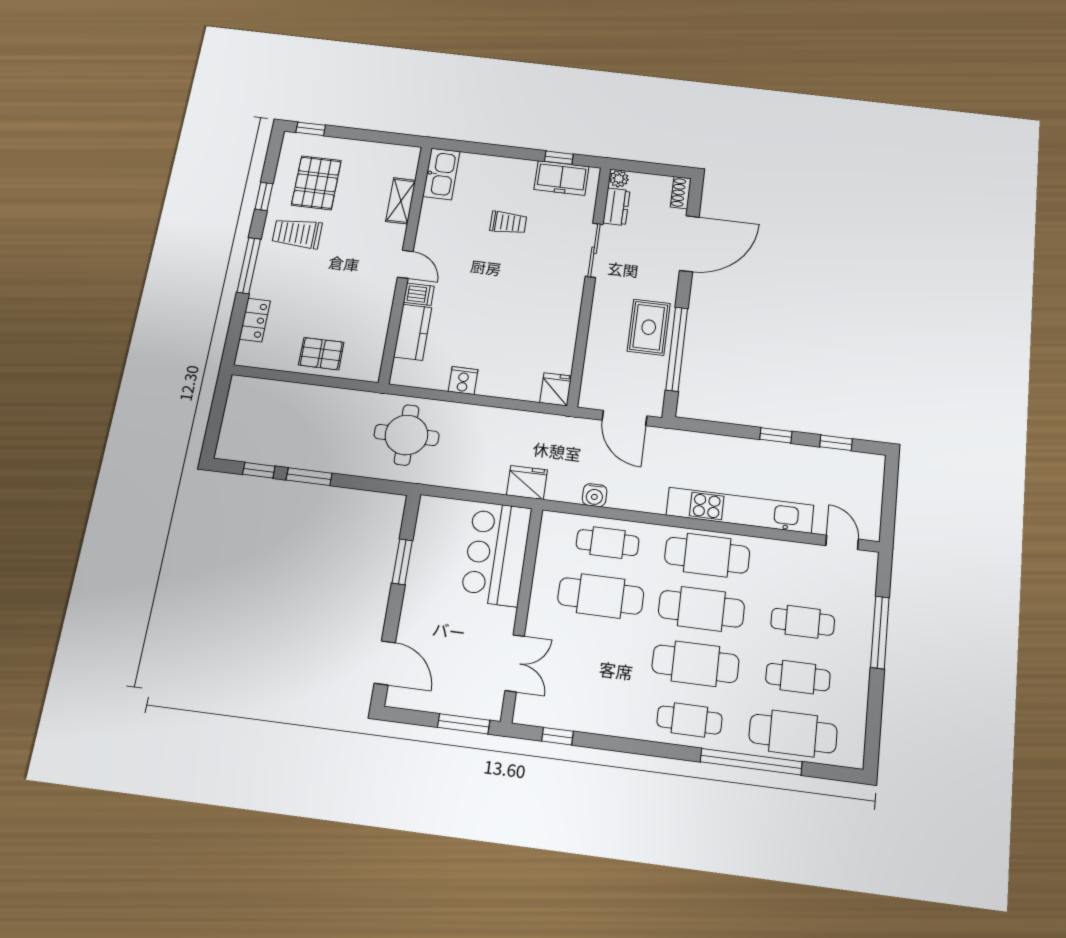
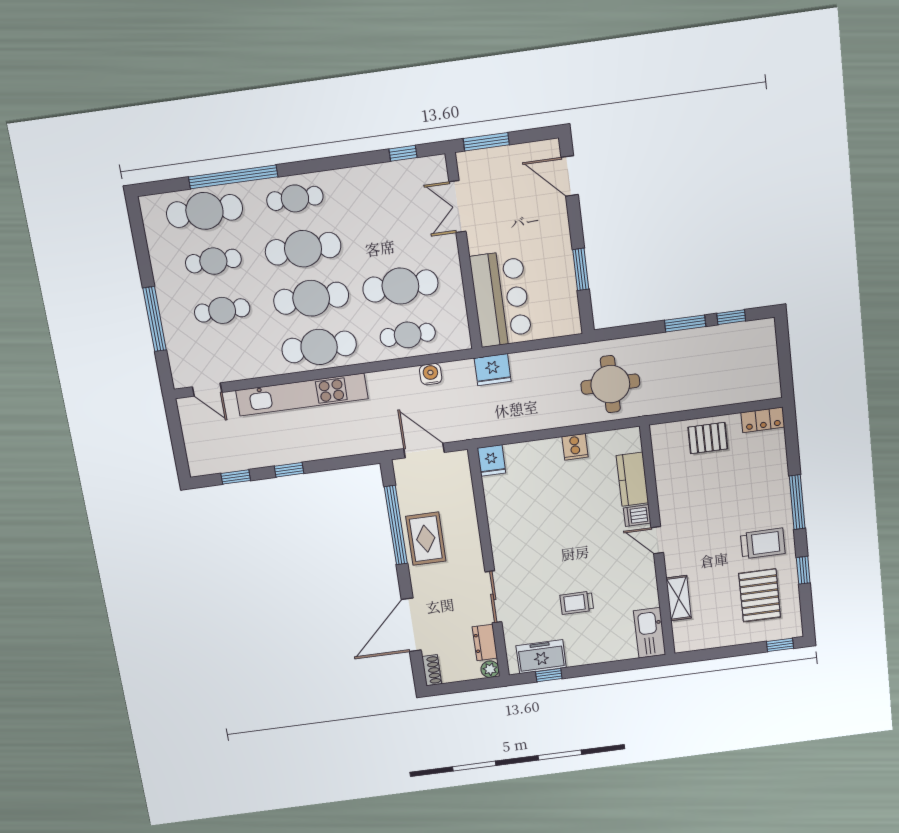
locker: (255, 320) -> (763, 420), moved, turned -90

